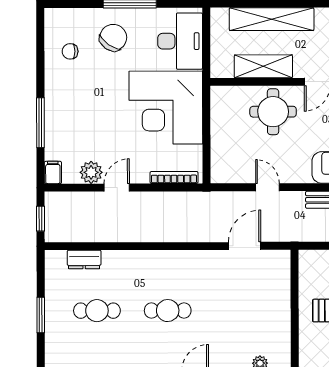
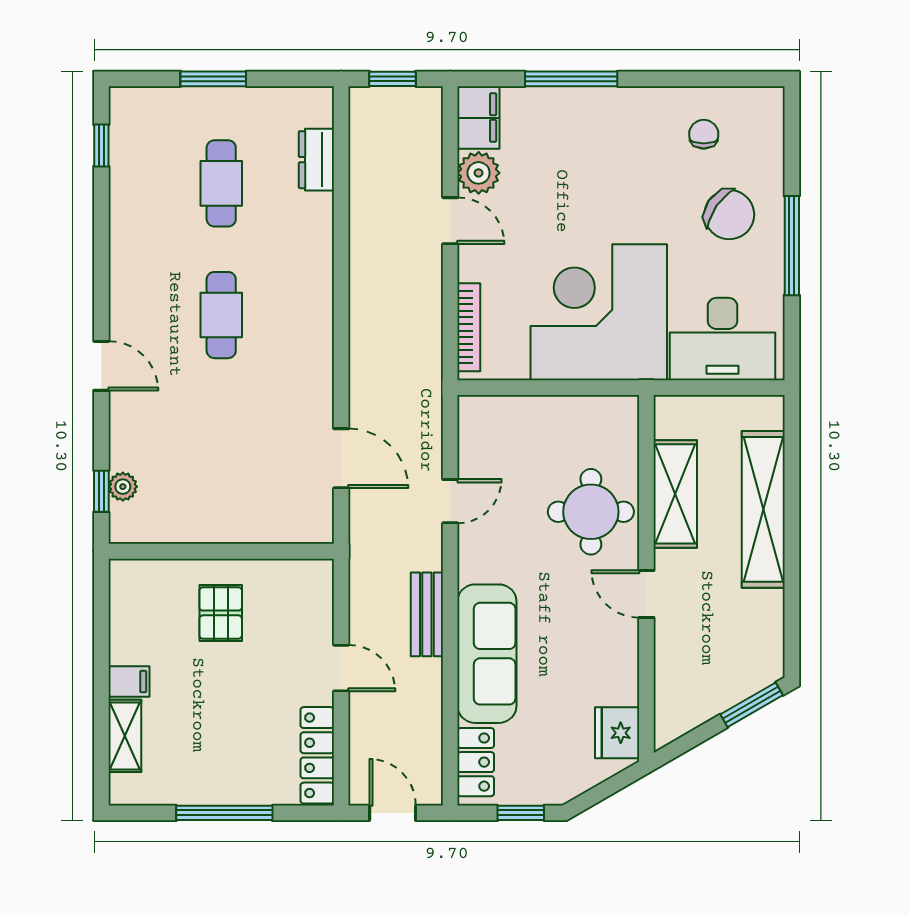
filing cabinet: (53, 172) -> (478, 118), width x2.00

